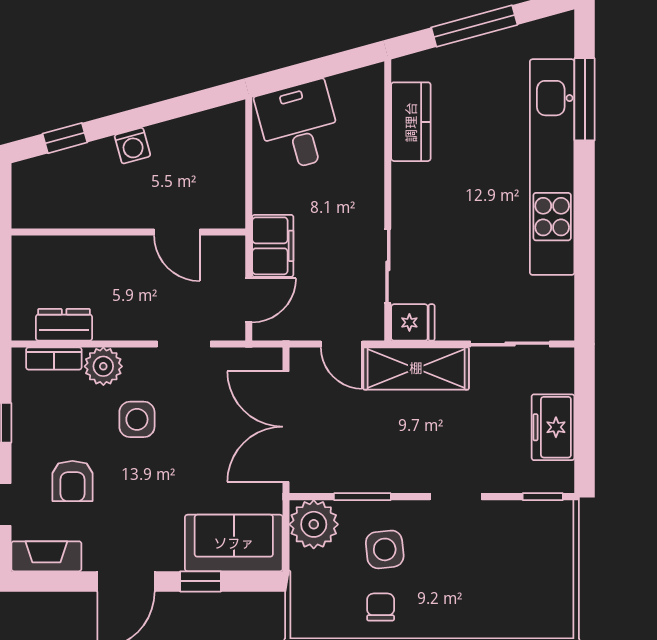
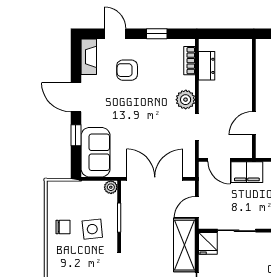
plant: (103, 366) -> (186, 100), moved
side table: (137, 419) -> (158, 103), removed
plant: (314, 524) -> (111, 187), width x0.53, depth x0.53

